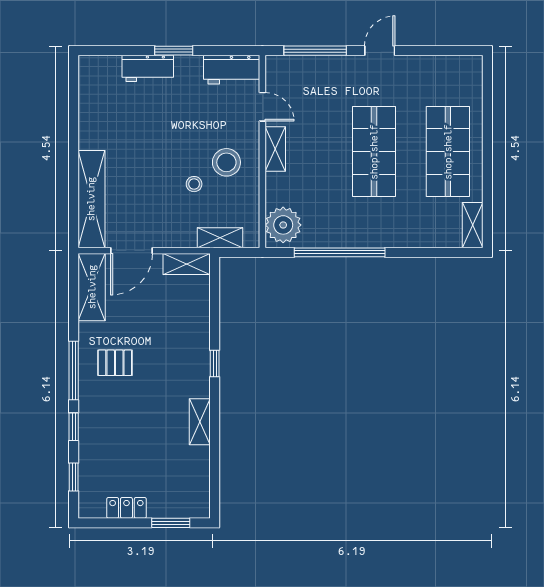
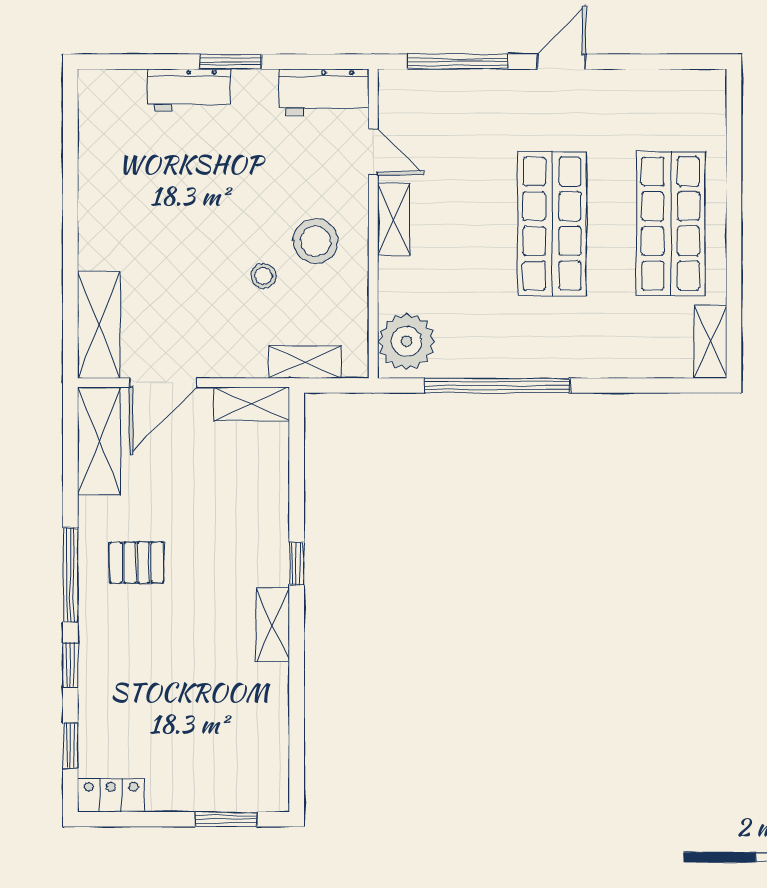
shelving: (91, 199) -> (99, 325), width x0.68
shelving: (200, 422) -> (273, 625), moved
locker: (126, 508) -> (111, 795), moved

